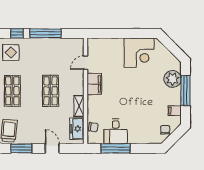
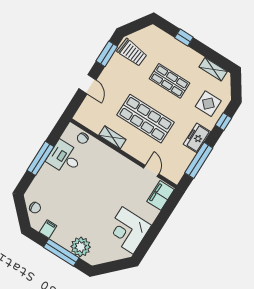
window: (46, 33) -> (199, 160), moved
filing cabinet: (94, 84) -> (161, 195), moved, turned 90
shop shelf: (50, 91) -> (146, 119), width x1.43, depth x1.36
freezer: (77, 129) -> (197, 138), moved, turned -90
door: (52, 148) -> (88, 84), hinge flipped
window: (116, 148) -> (40, 158), moved

